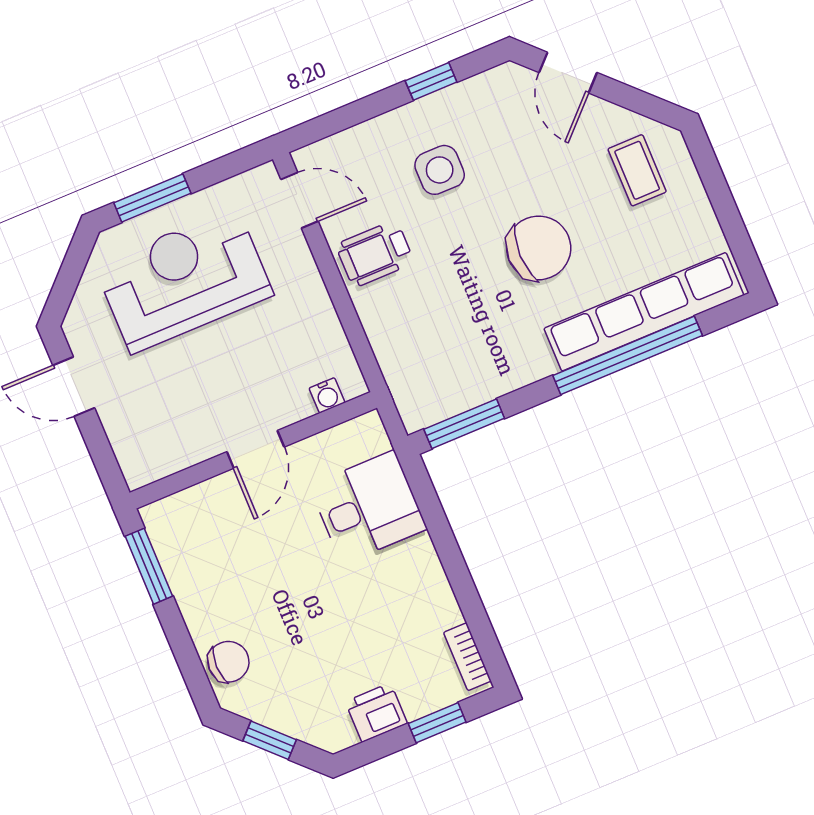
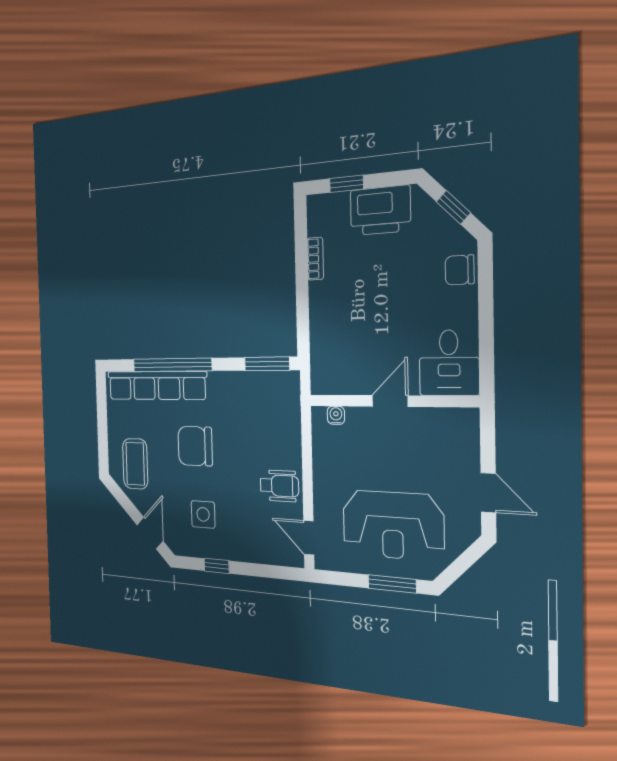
side table: (440, 170) -> (203, 514), moved
coffee table: (637, 170) -> (135, 464), width x1.36, depth x1.30
desk: (368, 507) -> (449, 363), moved, turned -90
window: (149, 566) -> (486, 354), removed
bookcase: (467, 657) -> (315, 259), moved
printer: (376, 713) -> (380, 210), width x1.87, depth x1.48

